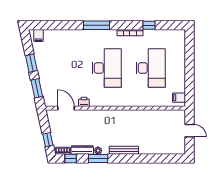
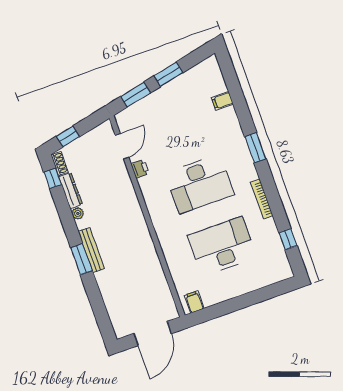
window: (97, 25) -> (255, 148), width x0.69
window: (149, 25) -> (288, 239), moved
filing cabinet: (38, 35) -> (222, 101), moved
desk: (151, 68) -> (222, 246), turned 180
door: (190, 131) -> (153, 334), width x1.88
window: (98, 158) -> (81, 259), moved

